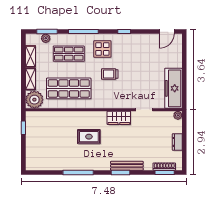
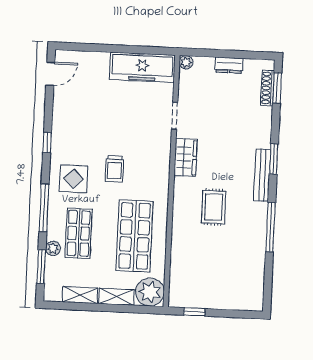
door: (167, 32) -> (50, 74), hinge flipped
plant: (46, 38) -> (53, 248), moved
bench: (127, 166) -> (262, 175), moved

